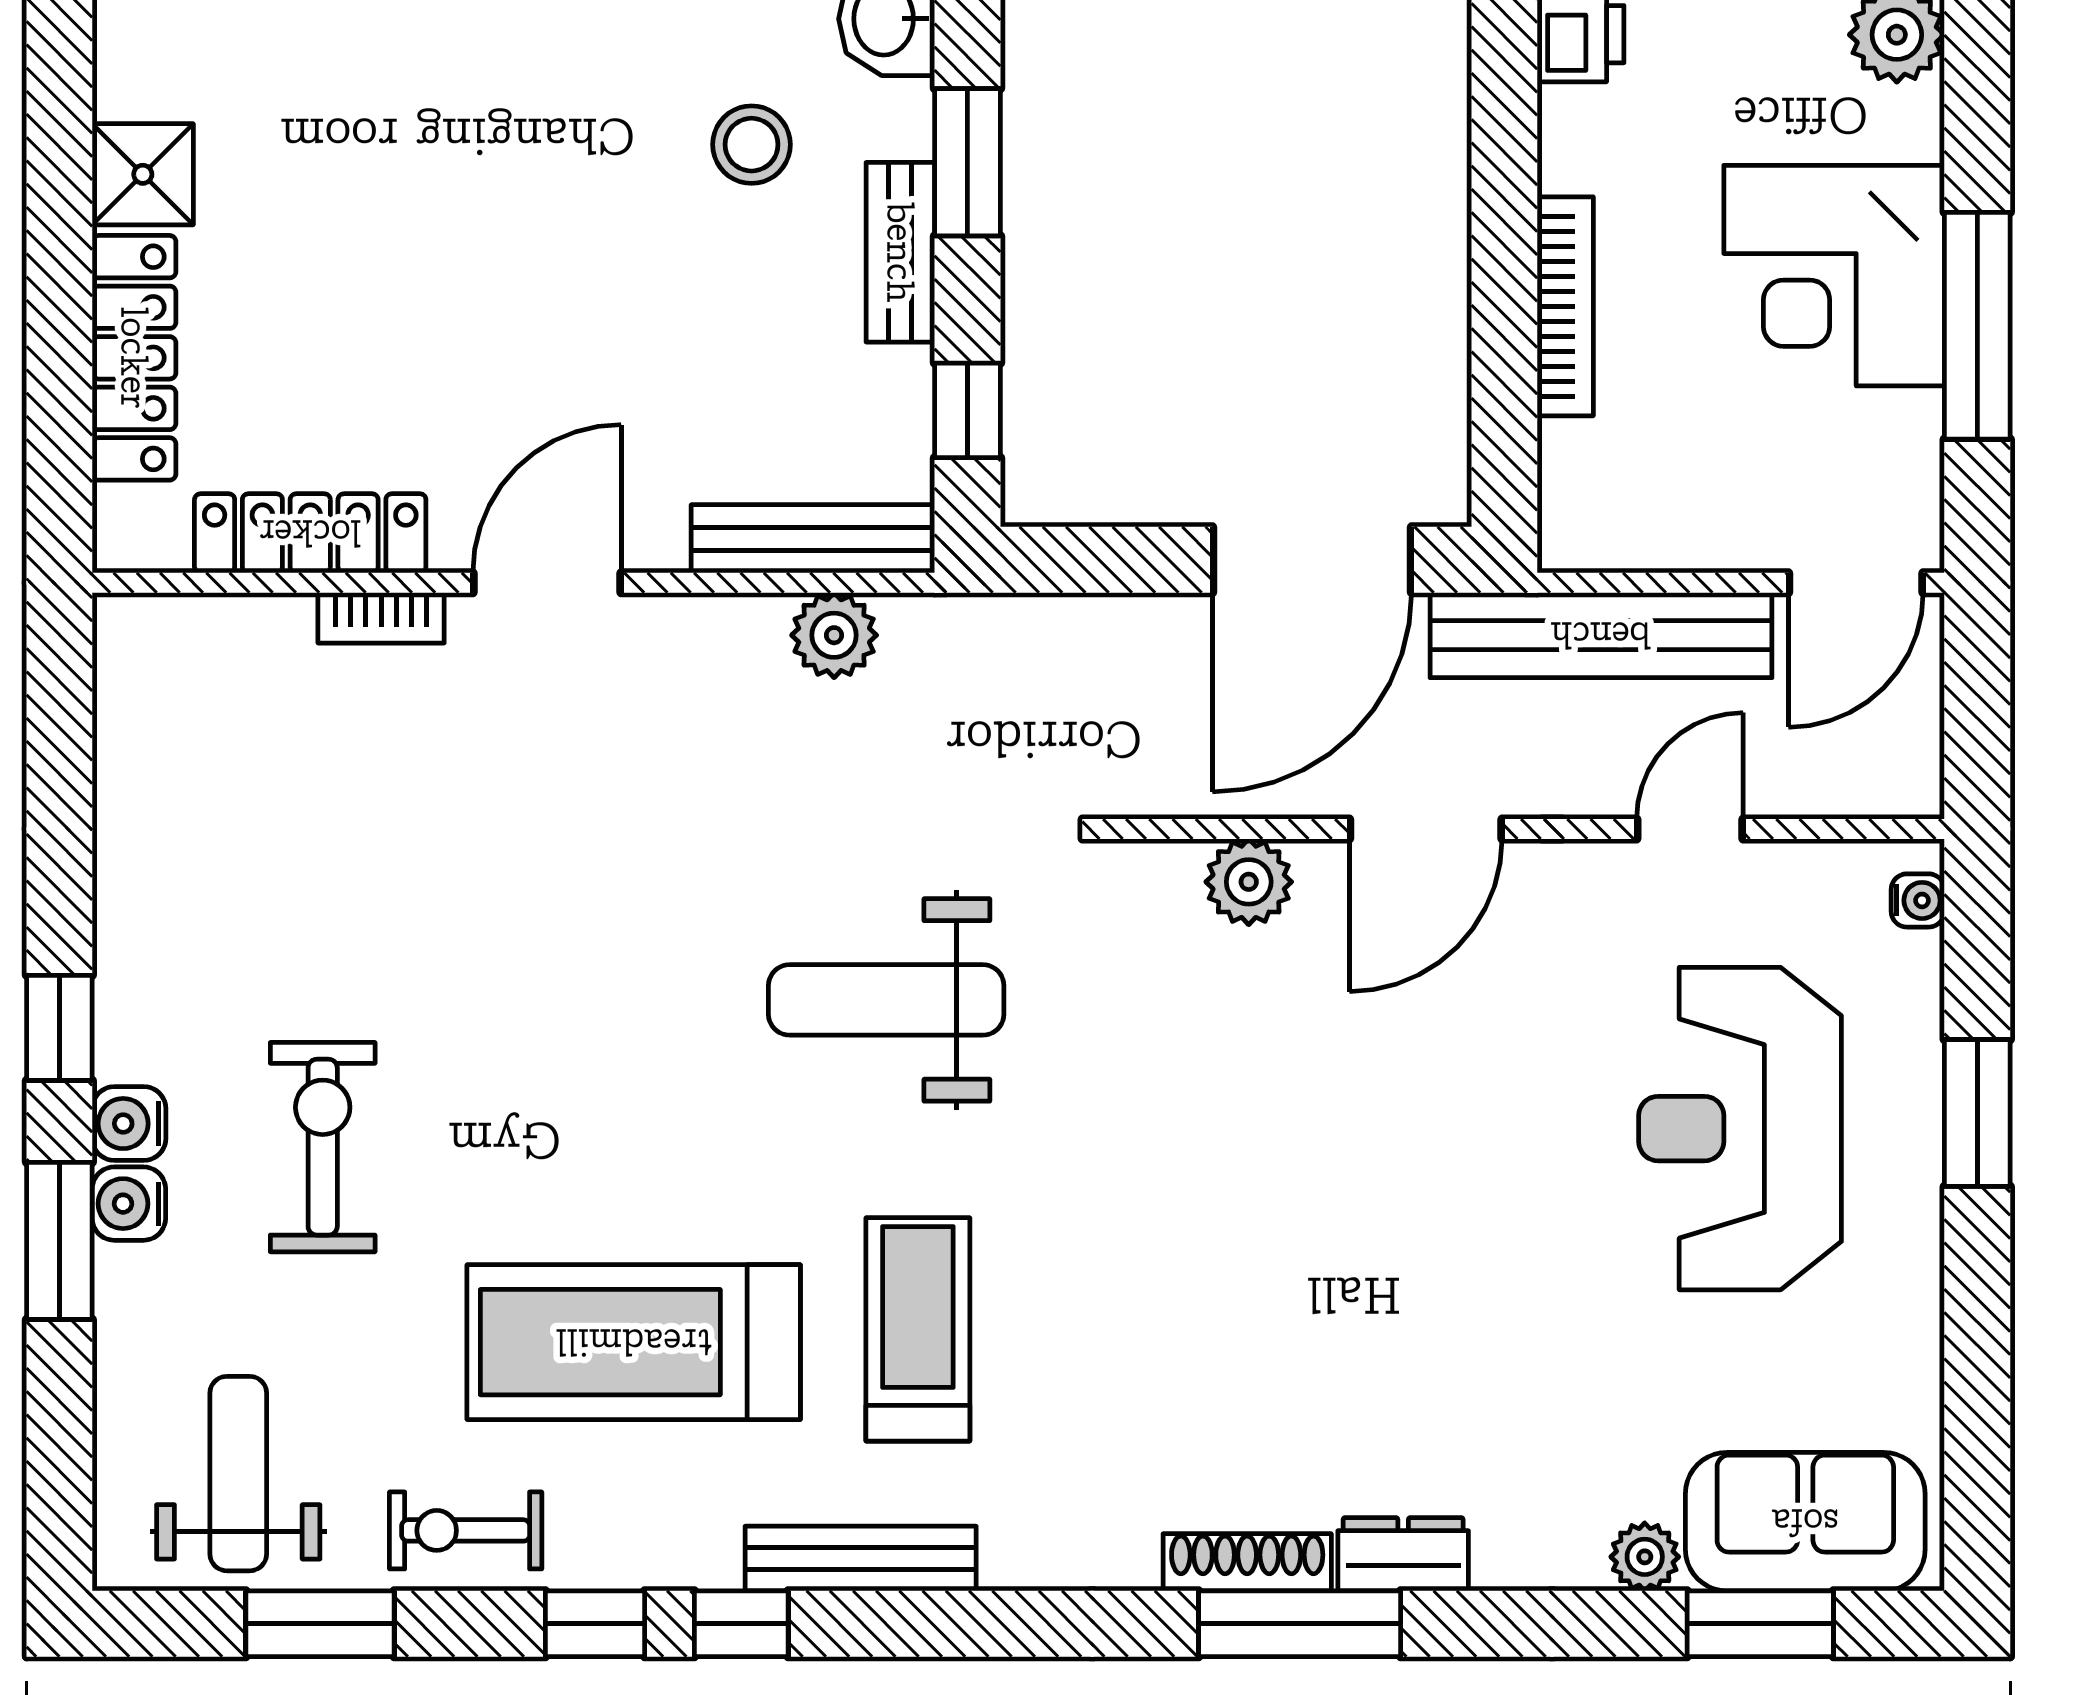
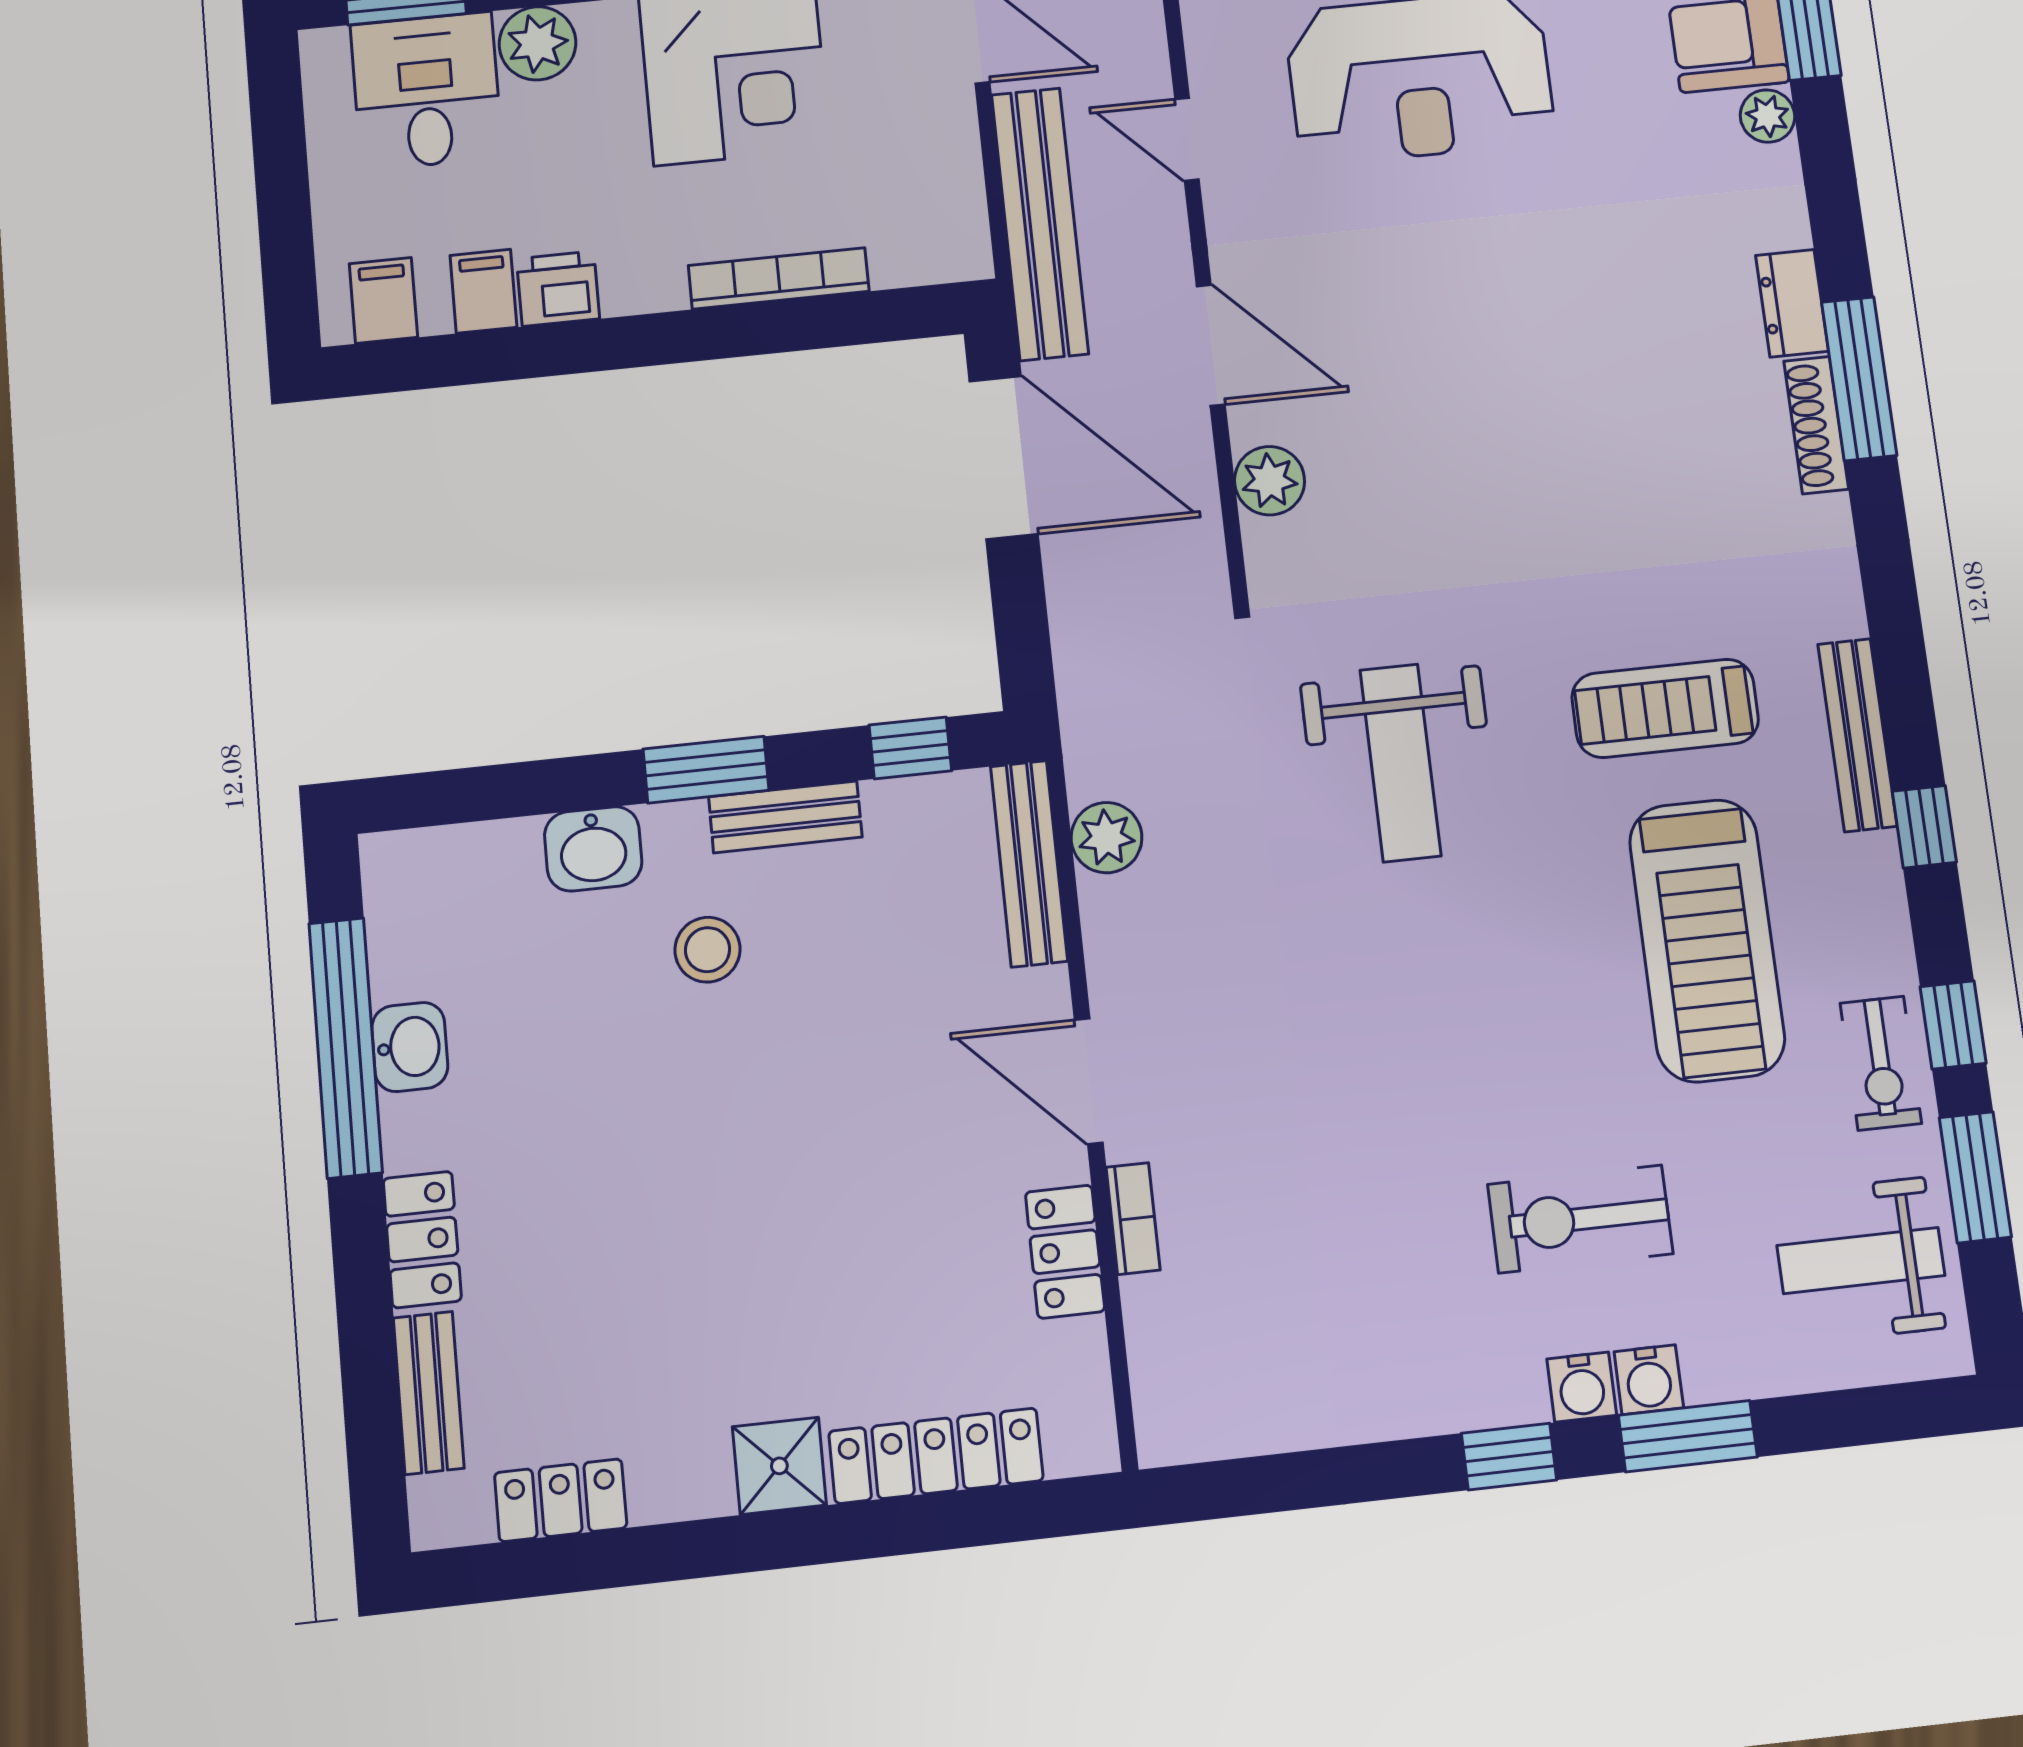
locker: (310, 533) -> (1065, 1252), width x0.66
window: (595, 1624) -> (1953, 1025), moved

